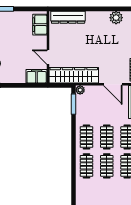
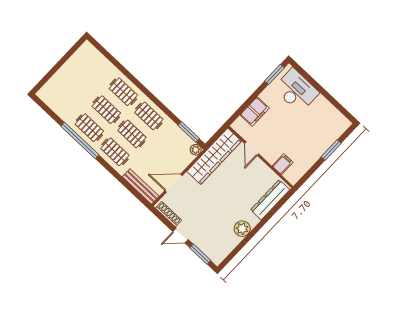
plant: (116, 18) -> (242, 229), moved
filing cabinet: (40, 25) -> (282, 164), width x0.50
door: (48, 57) -> (252, 149), swing flipped
filing cabinet: (37, 76) -> (255, 112), moved

